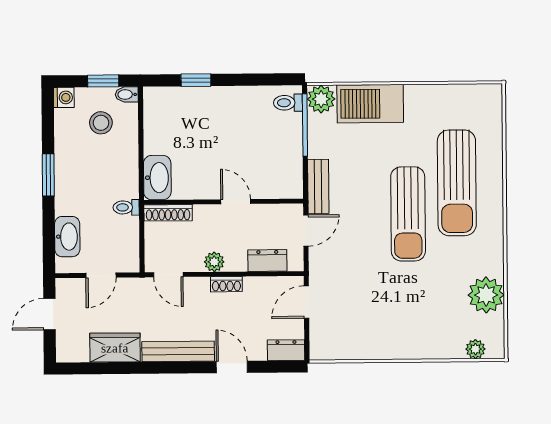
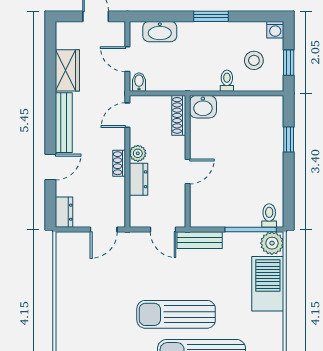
bidet: (127, 94) -> (139, 82), moved
washbasin: (157, 178) -> (203, 107), width x0.72
toilet: (126, 207) -> (227, 81), moved
dresser: (267, 260) -> (139, 179), moved
door: (306, 302) -> (104, 230), swing flipped

